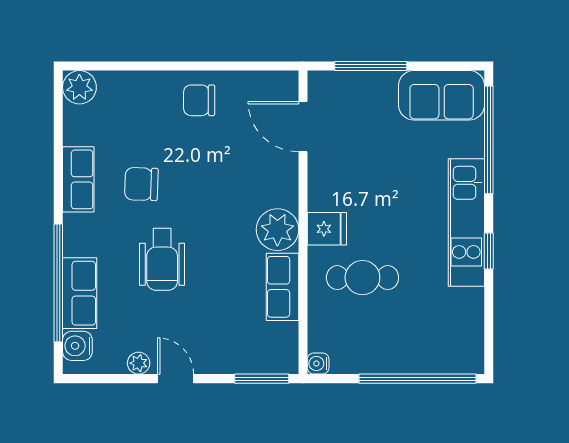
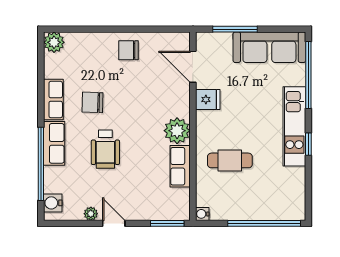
sofa: (442, 95) -> (269, 47), width x1.36
fridge: (327, 229) -> (208, 99), moved
row of seats: (80, 293) -> (54, 143), moved

